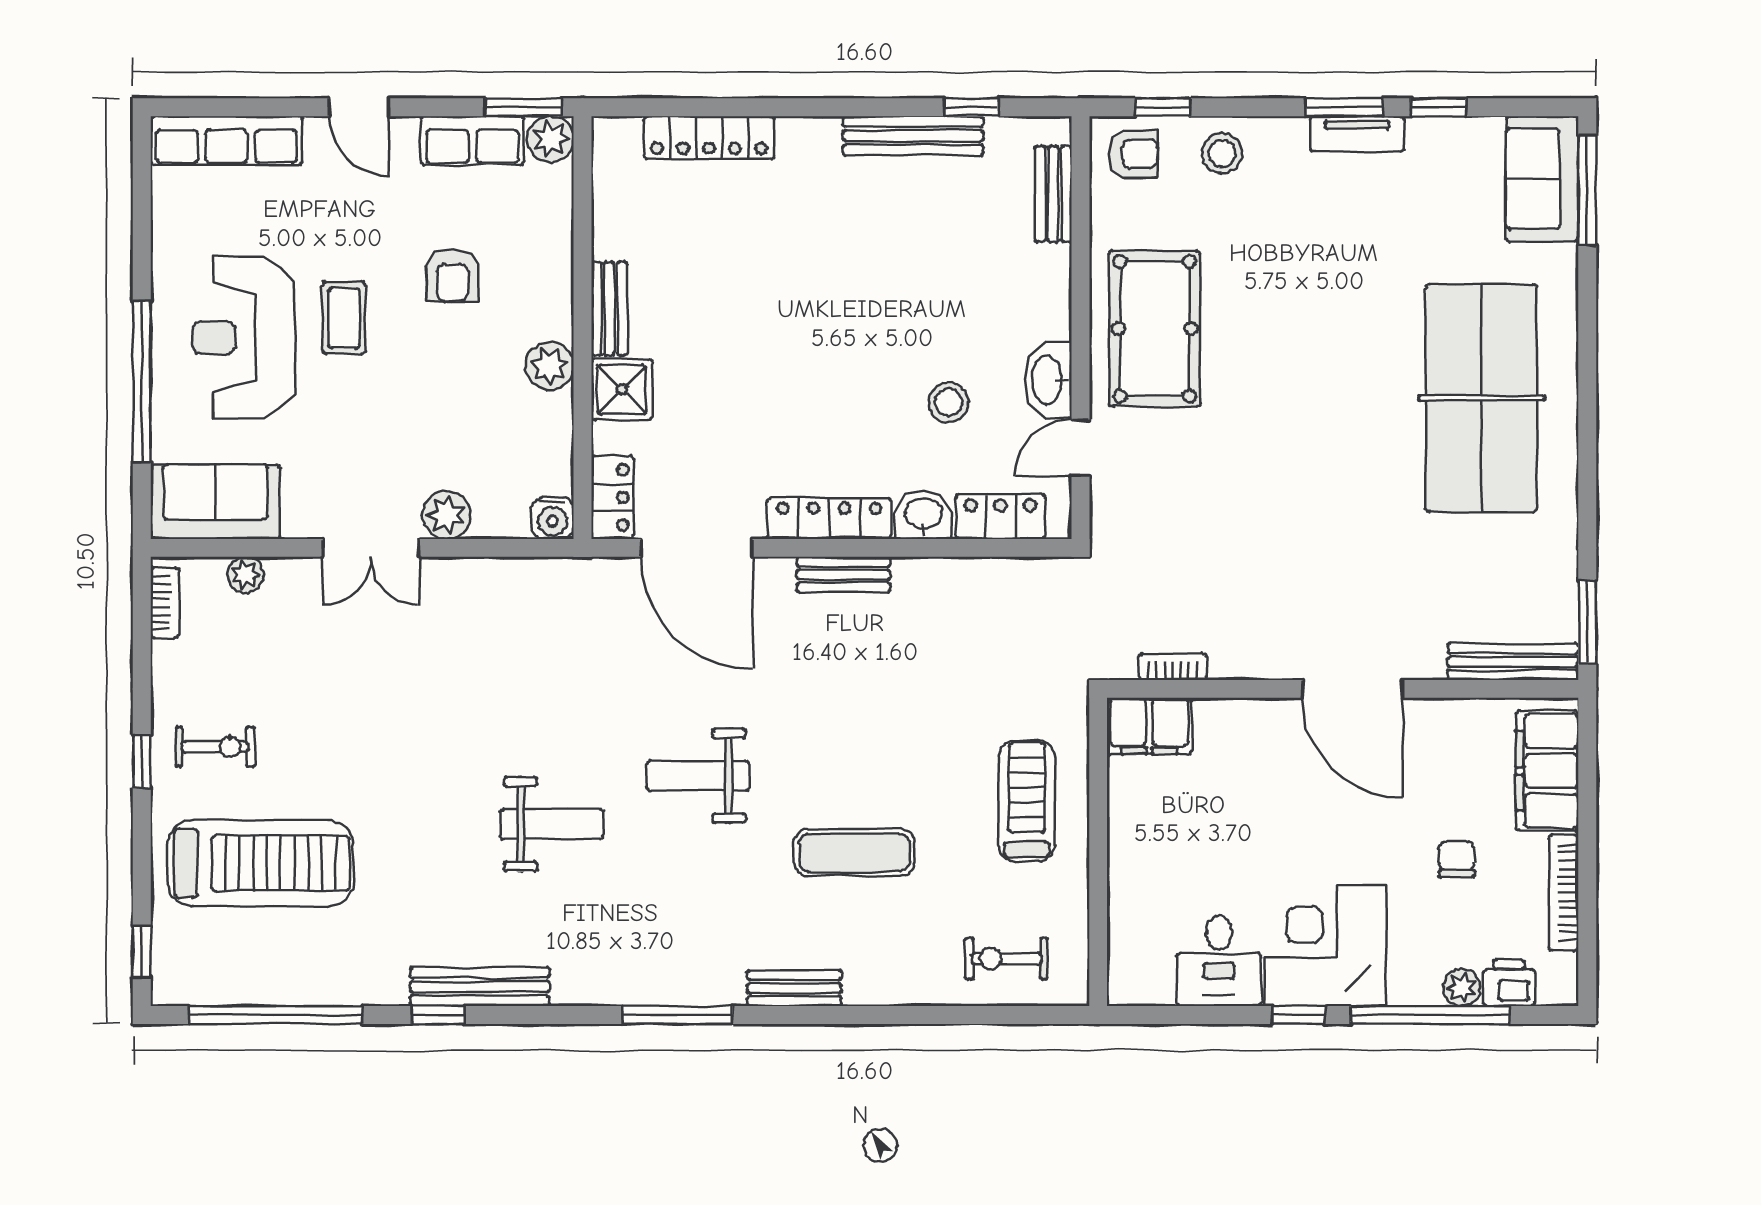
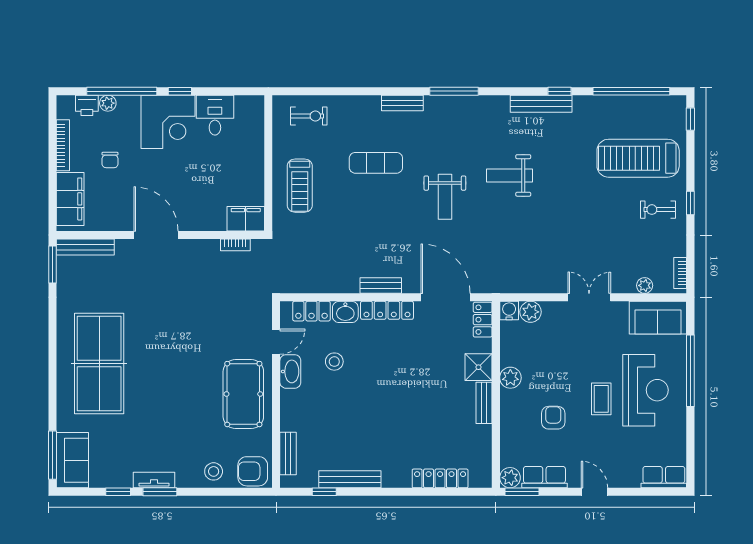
window: (1163, 107) -> (240, 492), removed
row of seats: (226, 141) -> (664, 477), width x0.68
armchair: (1133, 154) -> (253, 471), width x1.38, depth x1.38
plant: (446, 515) -> (531, 312), moved
weight bench: (698, 776) -> (445, 197), turned 90

